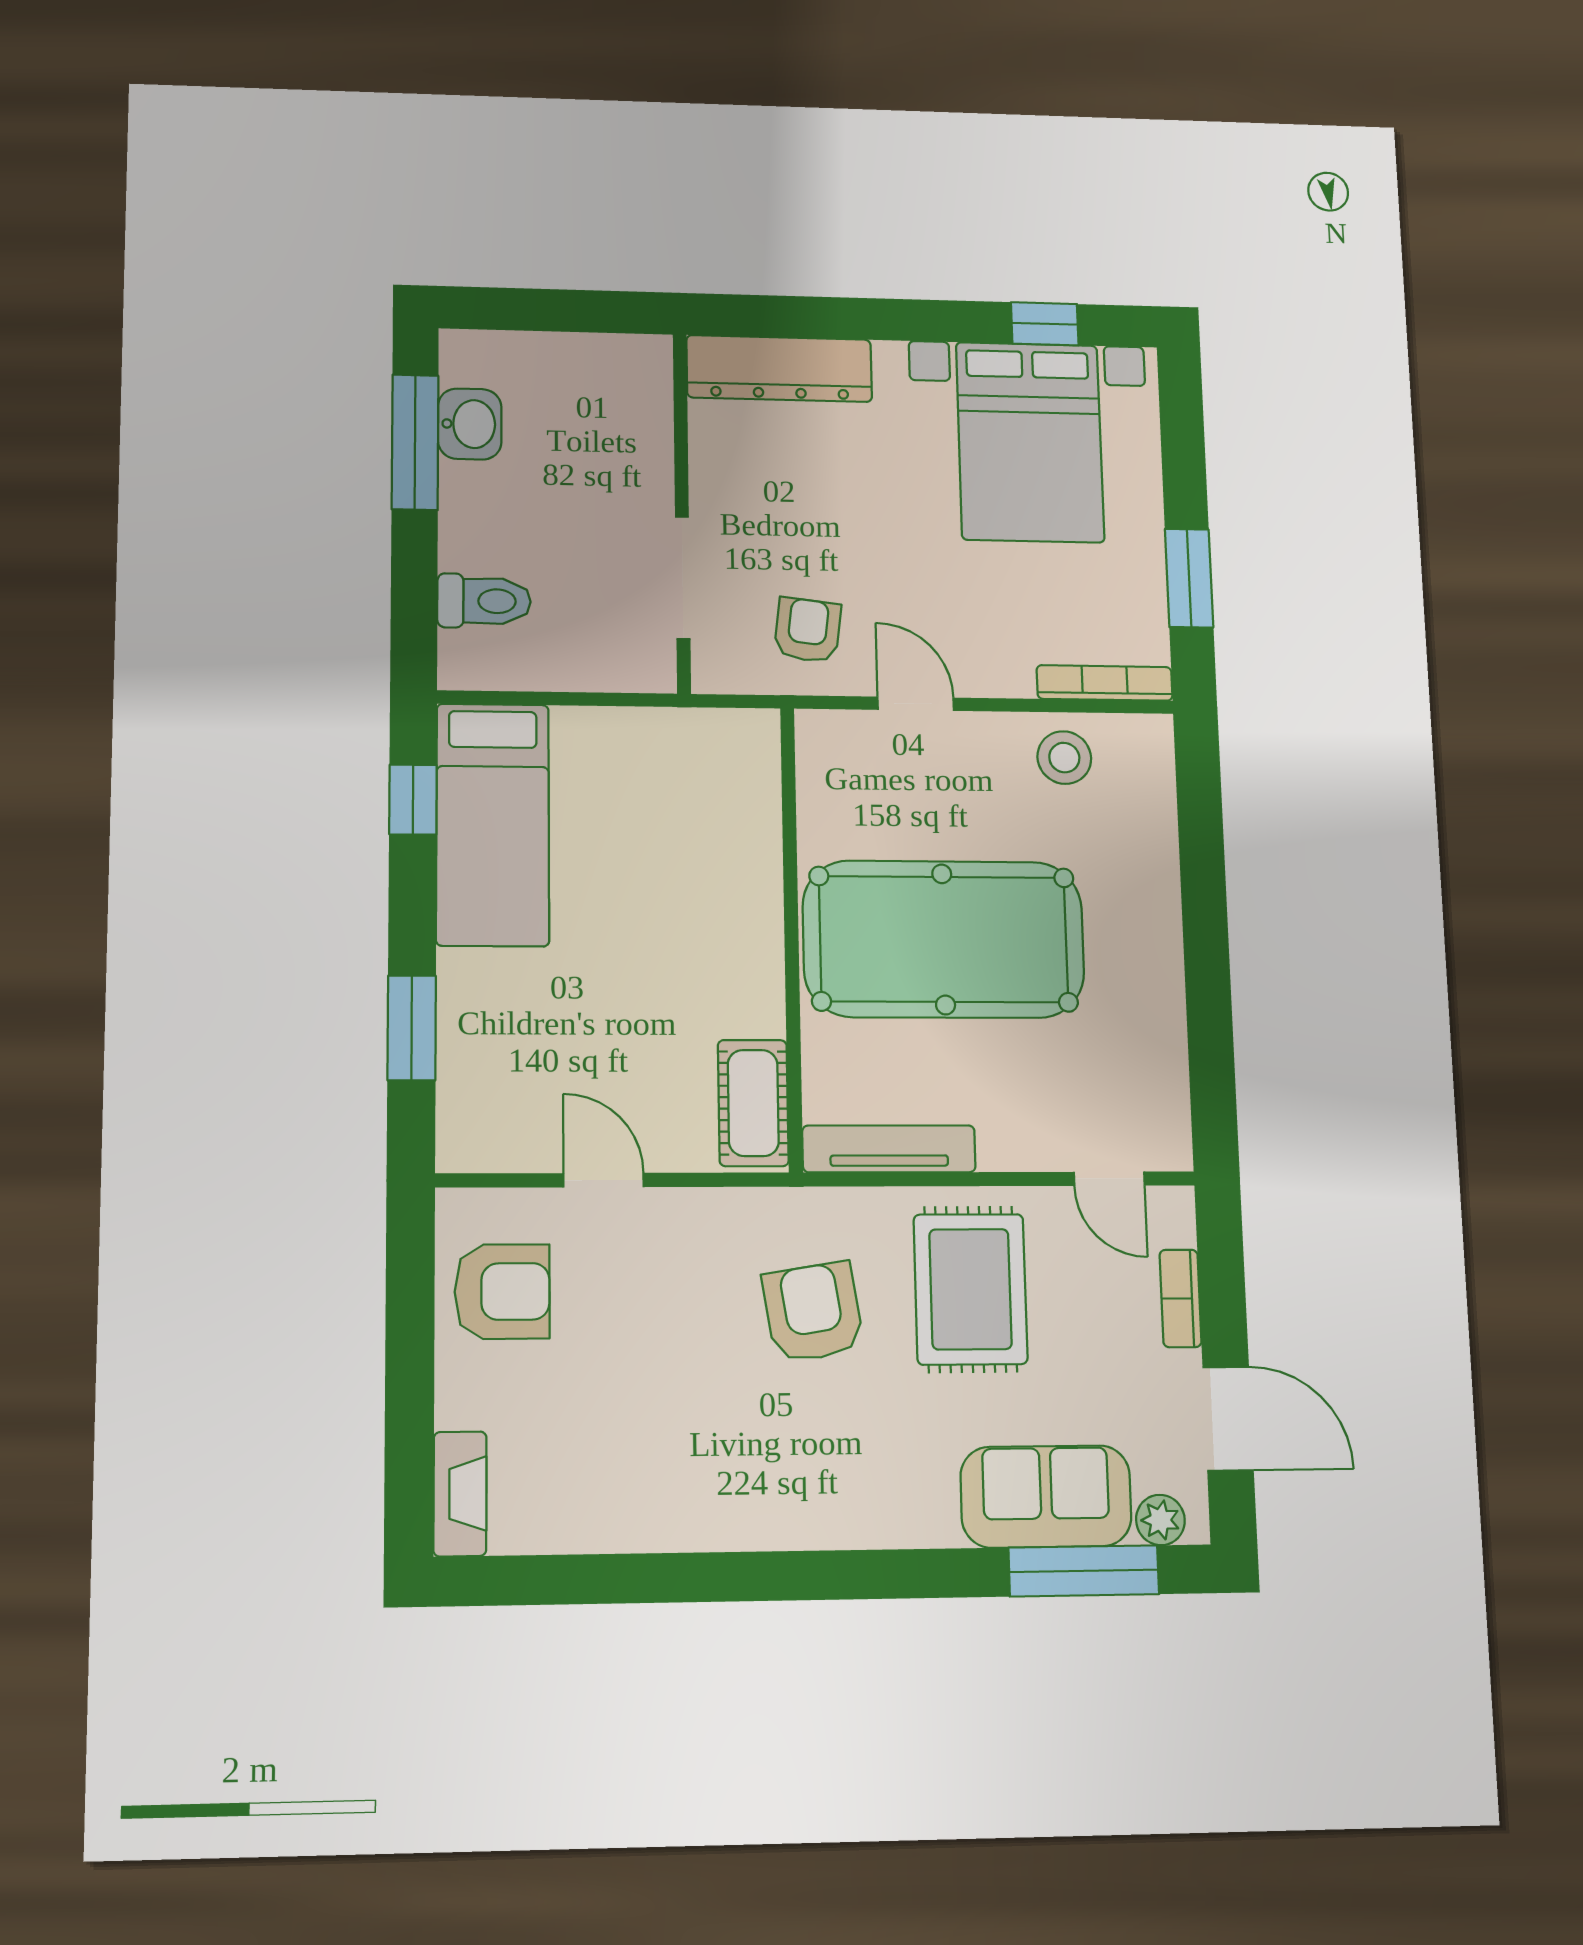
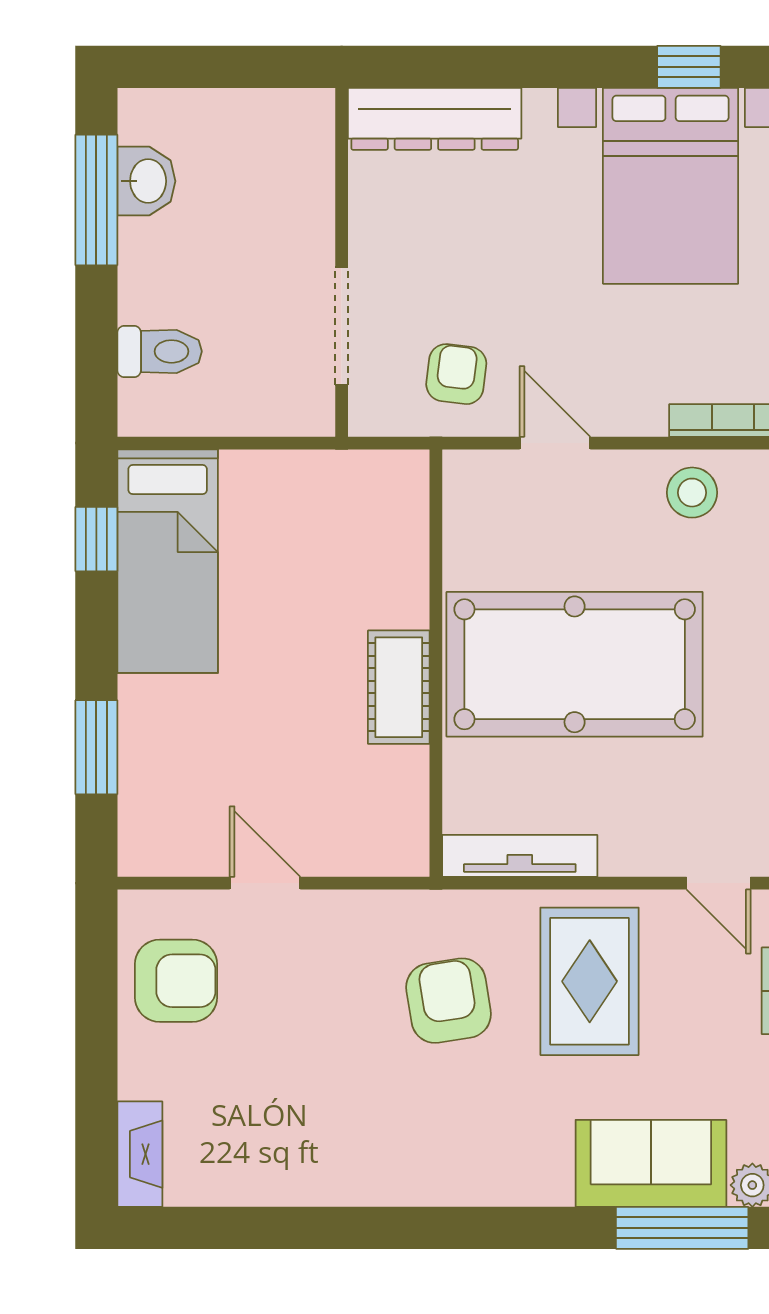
cot: (753, 1103) -> (399, 687), moved

